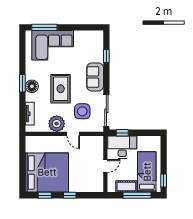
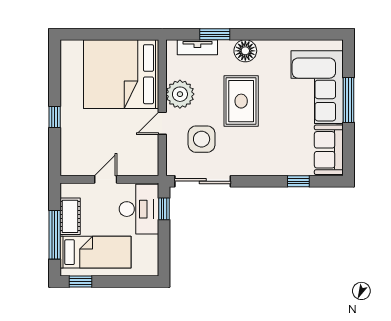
window: (44, 27) -> (349, 100), moved
sofa: (95, 77) -> (329, 150), moved, turned -90
window: (22, 83) -> (215, 34), moved
rug: (61, 89) -> (241, 101), turned 90
door: (105, 166) -> (106, 179), swing flipped
bed: (47, 172) -> (121, 74), moved, turned 90
window: (45, 195) -> (55, 73), removed

